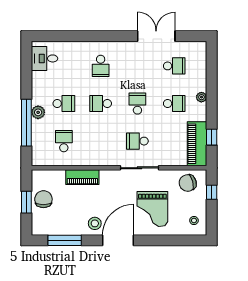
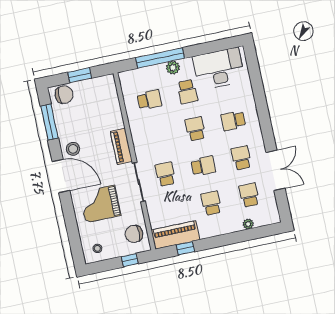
desk: (45, 58) -> (219, 69), width x1.87, depth x1.30
school desk: (137, 66) -> (241, 158), added
school desk: (174, 66) -> (249, 195), turned 180
plant: (201, 97) -> (248, 224), moved
school desk: (174, 104) -> (211, 203), turned 180
piano: (82, 177) -> (121, 146), moved
chair: (188, 183) -> (134, 234), turned -75
chair: (43, 199) -> (64, 95), moved

